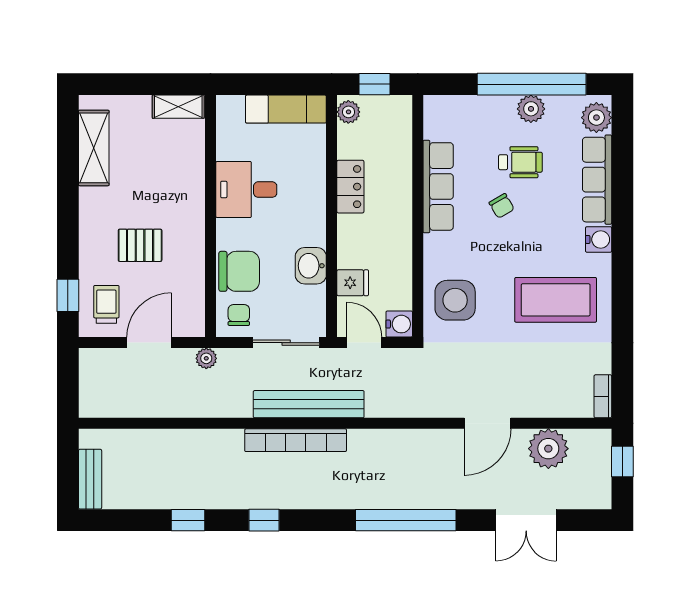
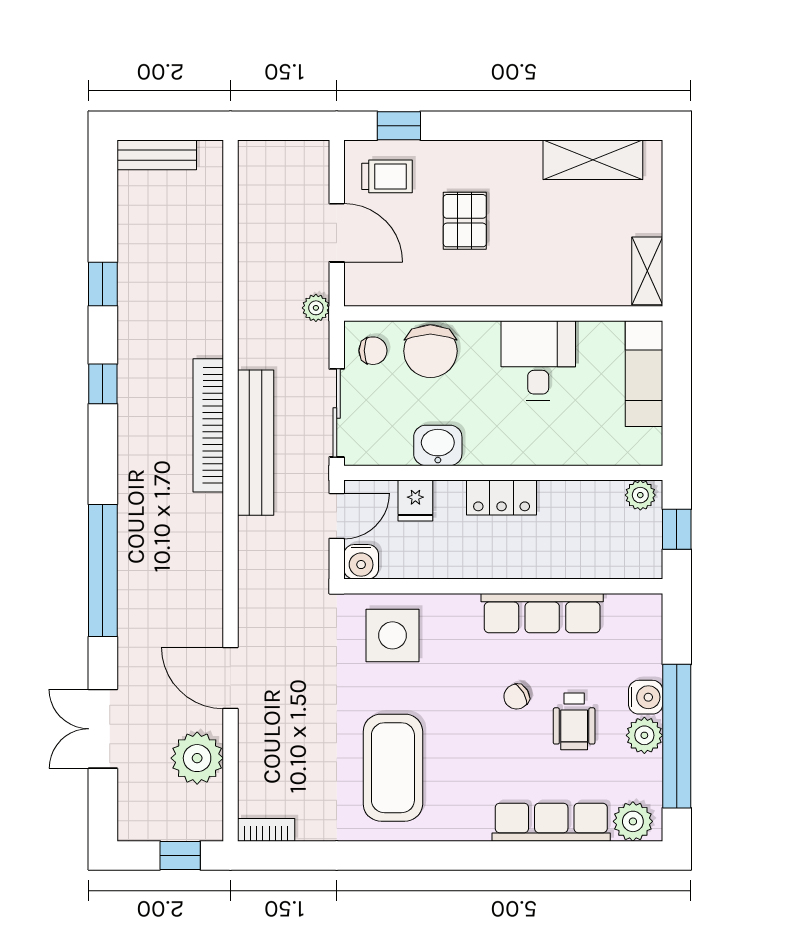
exam couch: (286, 109) -> (644, 374), moved
locker: (350, 187) -> (502, 498), moved
water cooler: (599, 239) -> (646, 697), moved, turned -90

